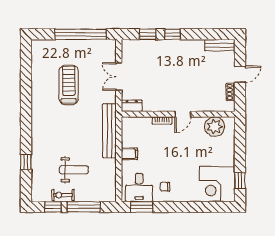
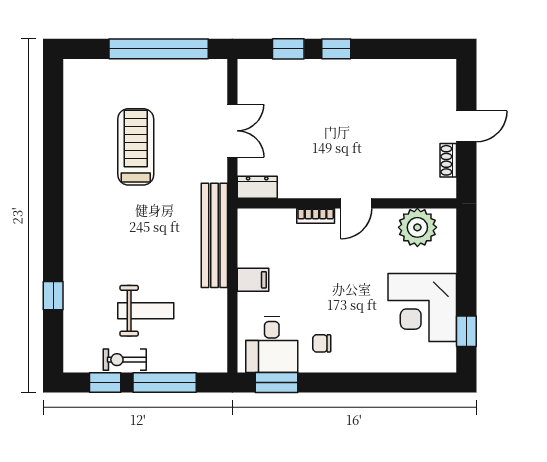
bench: (220, 45) -> (427, 70), removed
double door: (119, 77) -> (232, 131), swing flipped
corner desk: (217, 184) -> (422, 307), moved

